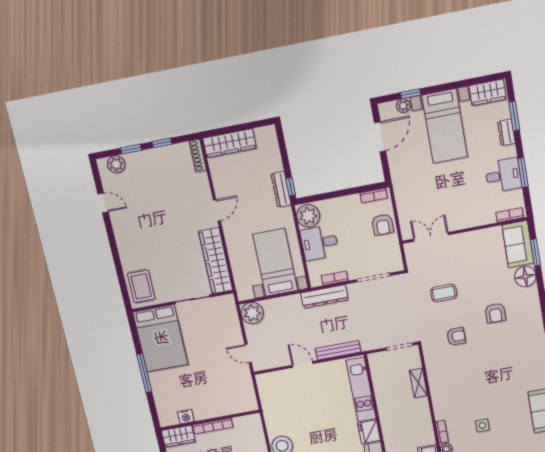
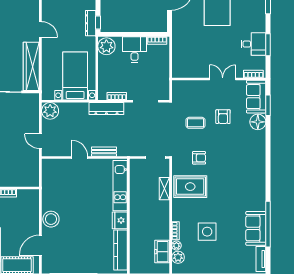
dresser: (506, 132) -> (261, 14), removed
door: (217, 210) -> (40, 29), hinge flipped
armchair: (383, 225) -> (160, 63), removed
double door: (431, 237) -> (223, 79), moved
desk: (319, 243) -> (135, 50), moved, turned 90
armchair: (495, 313) -> (223, 117), moved
bench: (338, 350) -> (104, 152), width x0.73
rug: (451, 374) -> (190, 187), added
side table: (482, 425) -> (207, 232), width x1.87, depth x1.87

